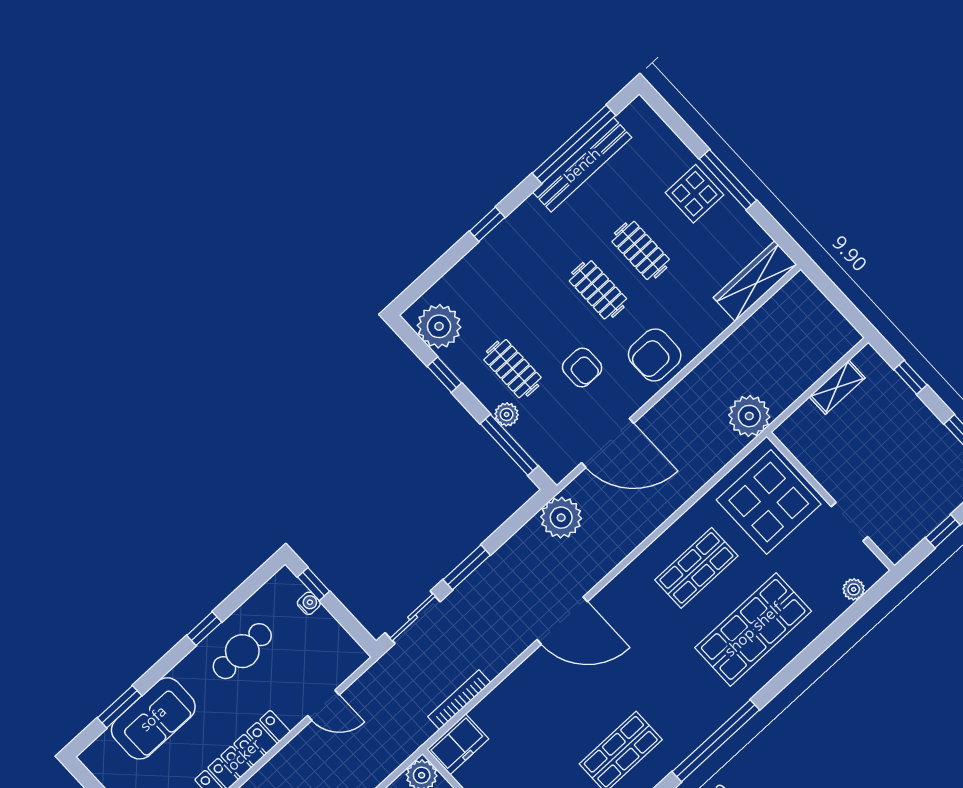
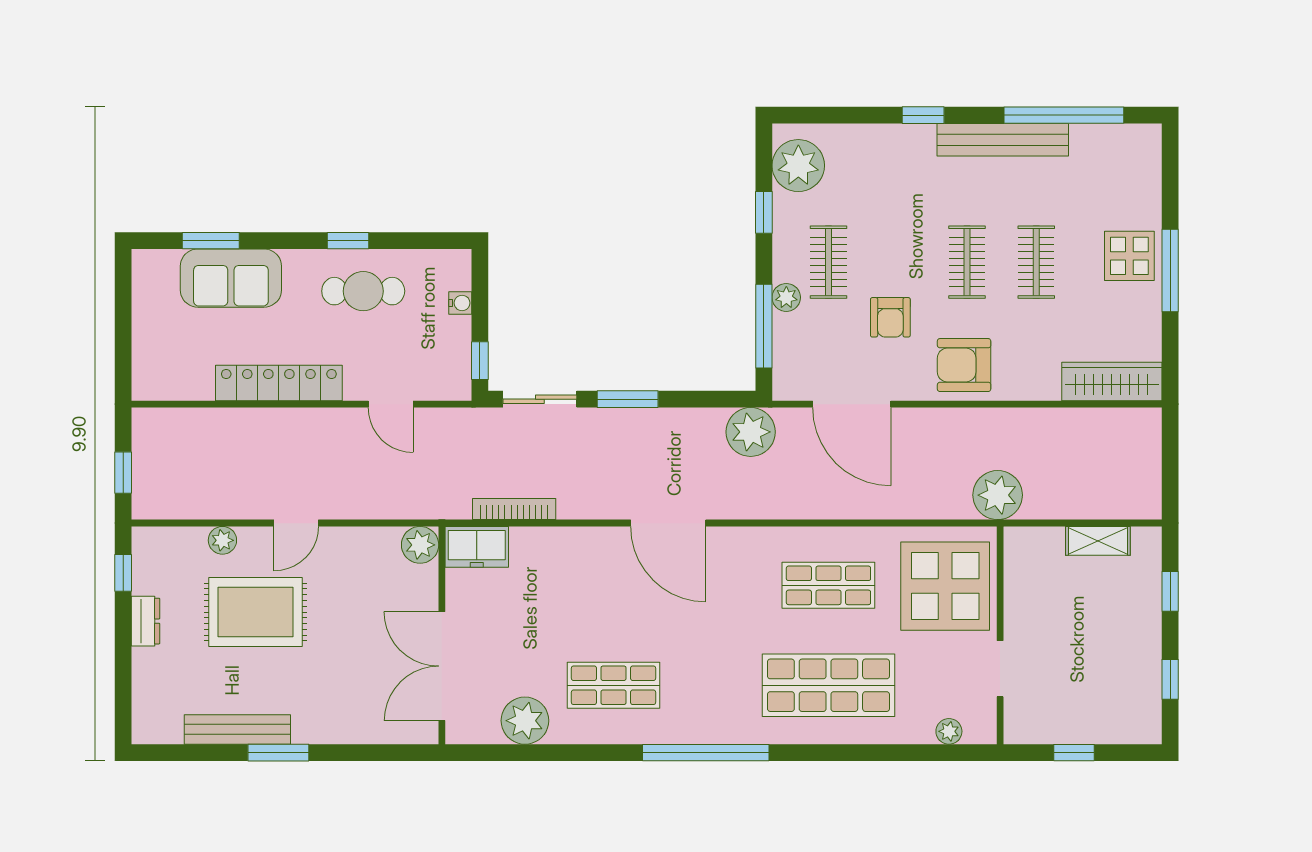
bench: (582, 165) -> (1003, 140), moved
window: (314, 584) -> (480, 361), moved

